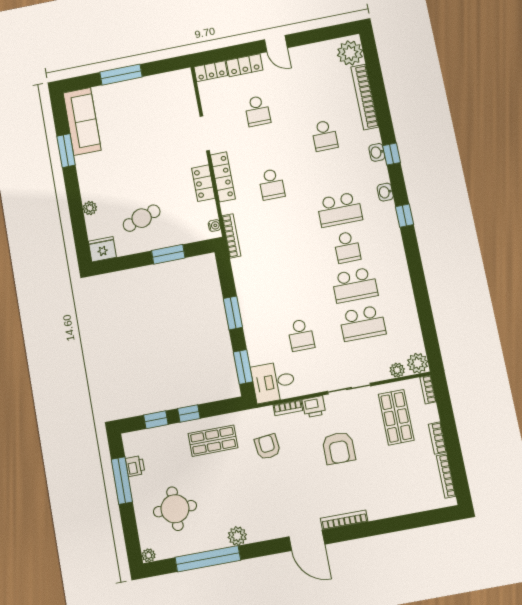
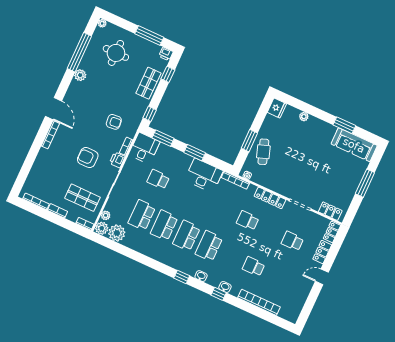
plant: (350, 53) -> (117, 233), moved
locker: (203, 183) -> (330, 211), moved
cafe table: (142, 218) -> (263, 152), moved
school desk: (347, 247) -> (186, 236), width x1.85
desk: (254, 280) -> (204, 175), added
window: (189, 413) -> (150, 114), moved
shop shelf: (213, 441) -> (148, 83), moved
printer: (135, 466) -> (166, 54), moved
door: (307, 540) -> (53, 109), swing flipped

